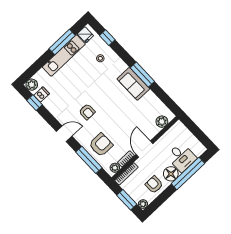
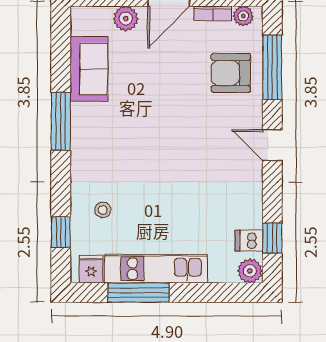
sofa: (133, 84) -> (89, 69), moved
armchair: (87, 112) -> (203, 146), removed
plant: (162, 122) -> (126, 19), moved

